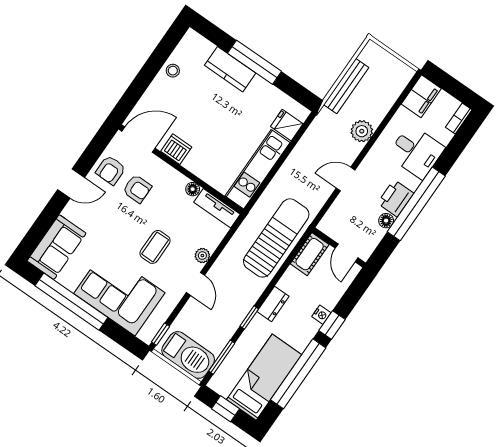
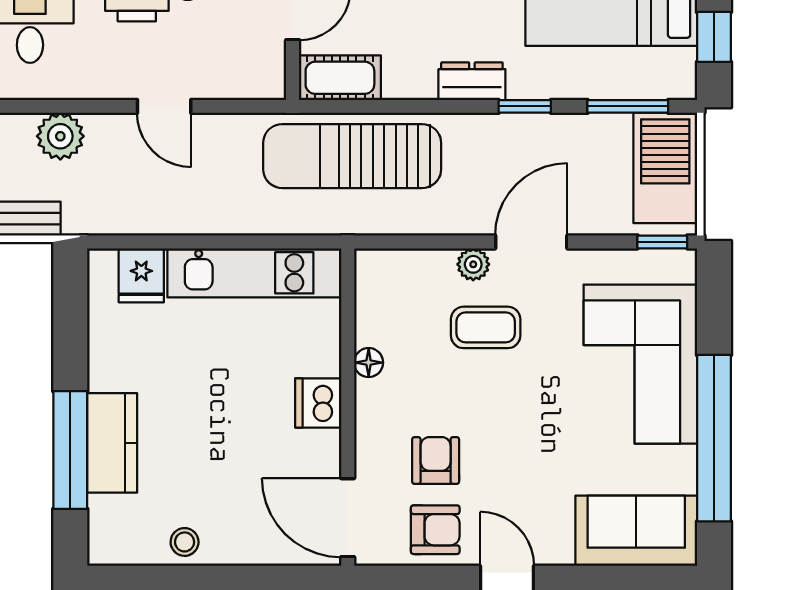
window: (254, 62) -> (70, 450), moved
dishwasher: (176, 149) -> (318, 403), moved
tv unit: (217, 208) -> (372, 296), removed
coffee table: (155, 247) -> (486, 327), moved
door: (195, 284) -> (531, 242), width x1.38

